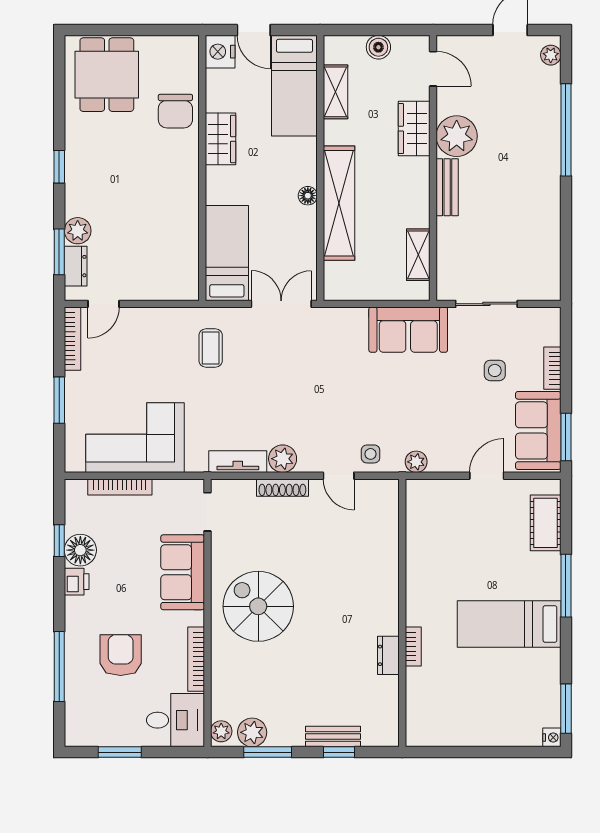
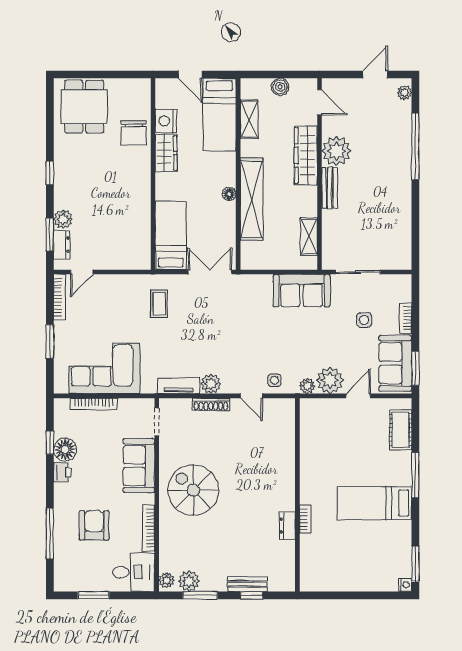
nightstand: (220, 52) -> (166, 121), moved
wardrobe: (414, 129) -> (306, 155), width x1.50
plant: (448, 454) -> (330, 380), added

